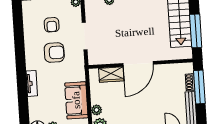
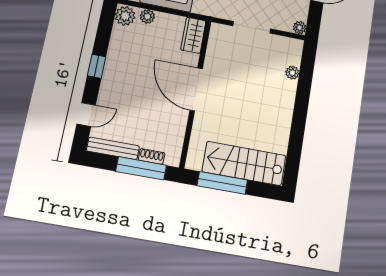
wardrobe: (111, 75) -> (193, 35), moved

